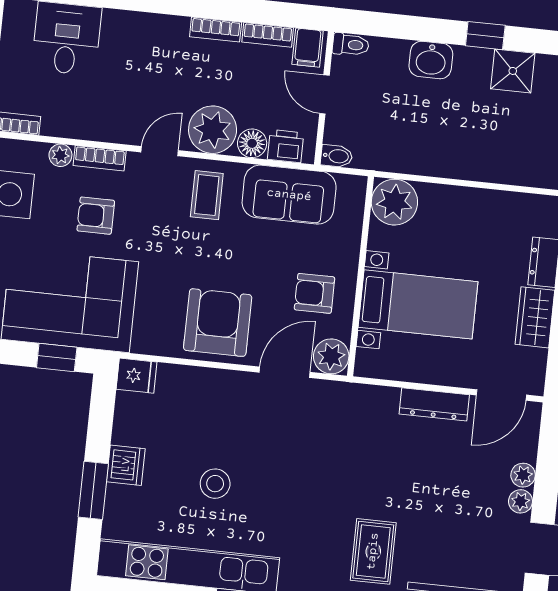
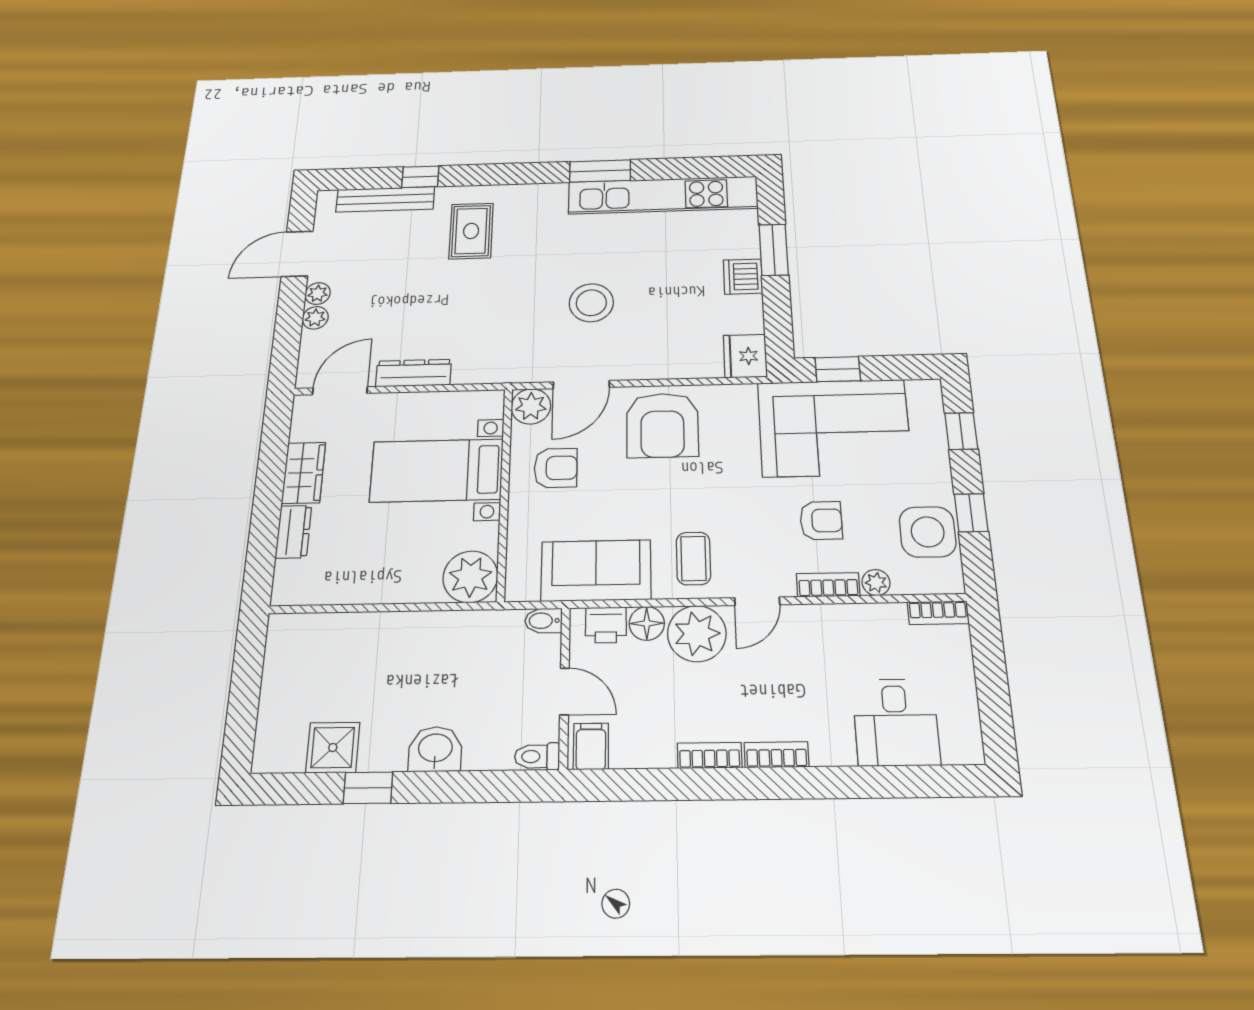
bookcase: (268, 35) -> (776, 755), moved
fridge: (137, 376) -> (745, 356), width x1.38
stool: (215, 484) -> (591, 303), moved, width x1.38, depth x1.38

